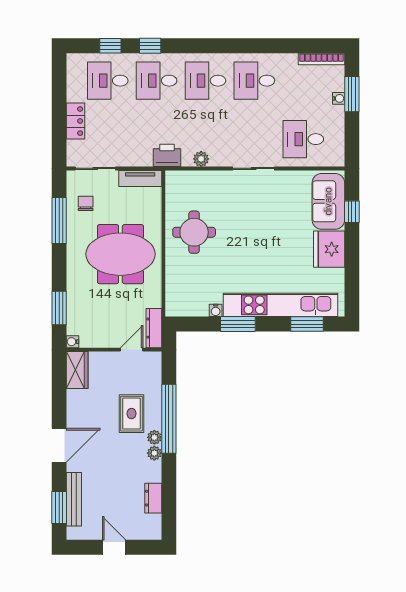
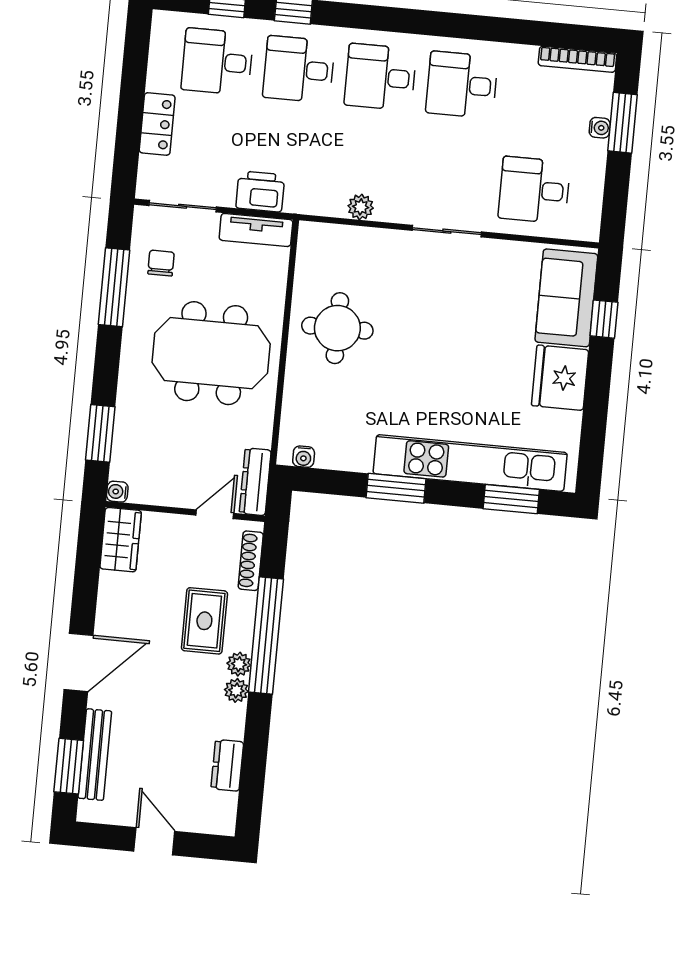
printer: (167, 155) -> (260, 191), moved
water cooler: (216, 310) -> (304, 457), moved
shoe rack: (156, 375) -> (251, 561), added

